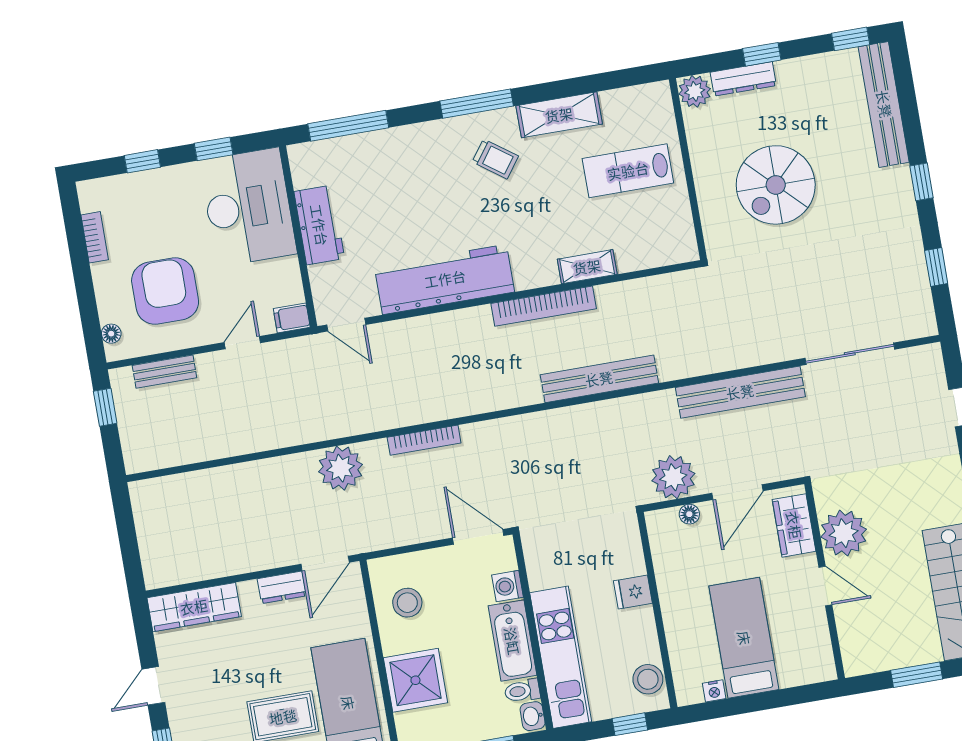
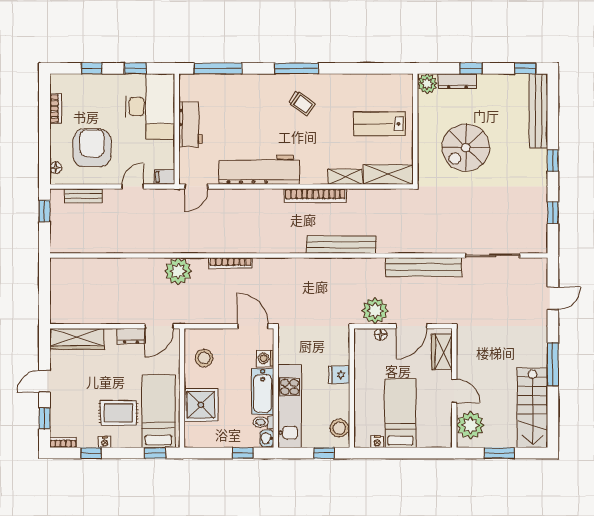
shelving: (559, 115) -> (388, 175), moved
door: (346, 325) -> (196, 187), hinge flipped
plant: (844, 533) -> (470, 425), moved

